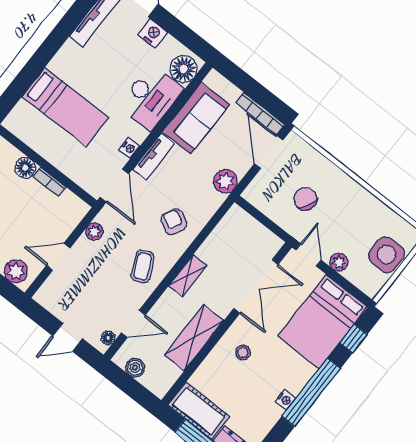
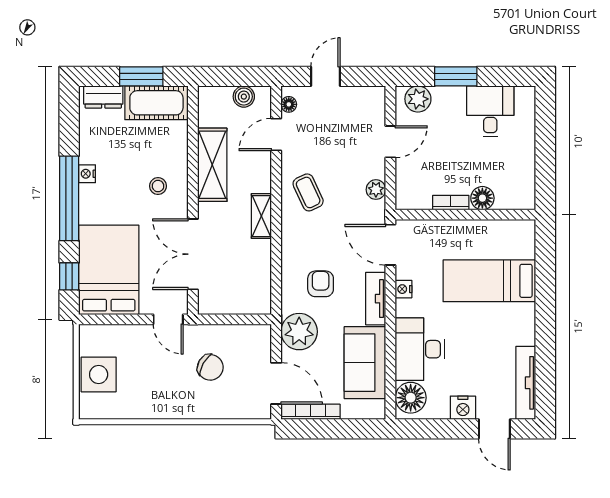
plant: (225, 181) -> (299, 332), width x1.36, depth x1.36
armchair: (174, 222) -> (321, 284), moved, turned -116
plant: (339, 262) -> (136, 334), removed

